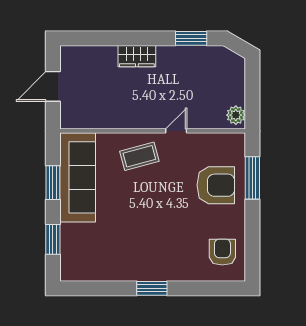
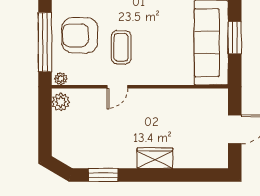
plant: (236, 139) -> (61, 79), added
coffee table: (139, 156) -> (121, 47), moved, turned -75
window: (252, 178) -> (45, 42), width x1.46

